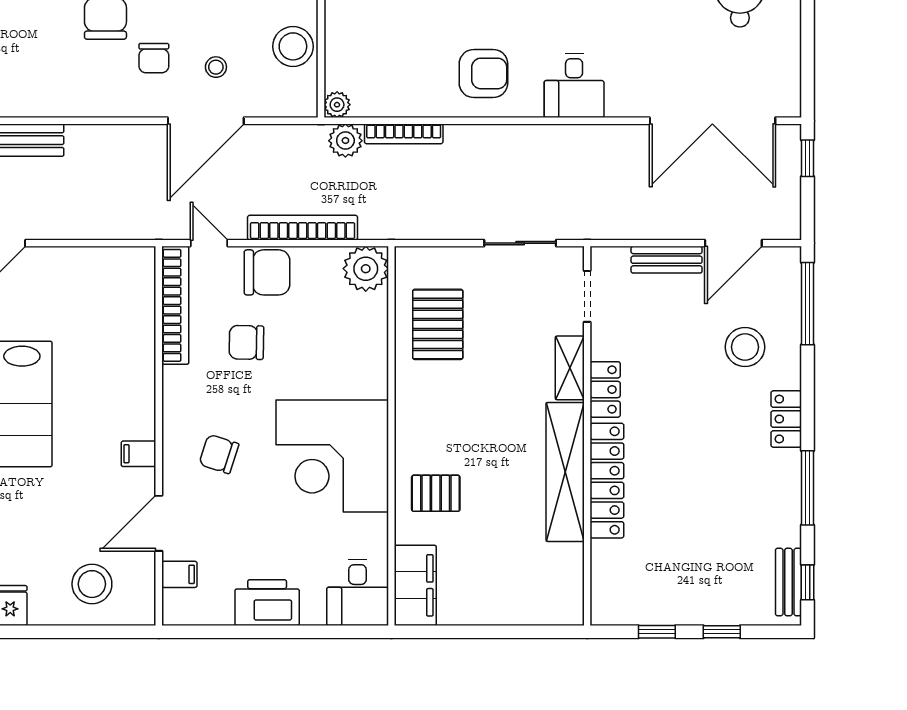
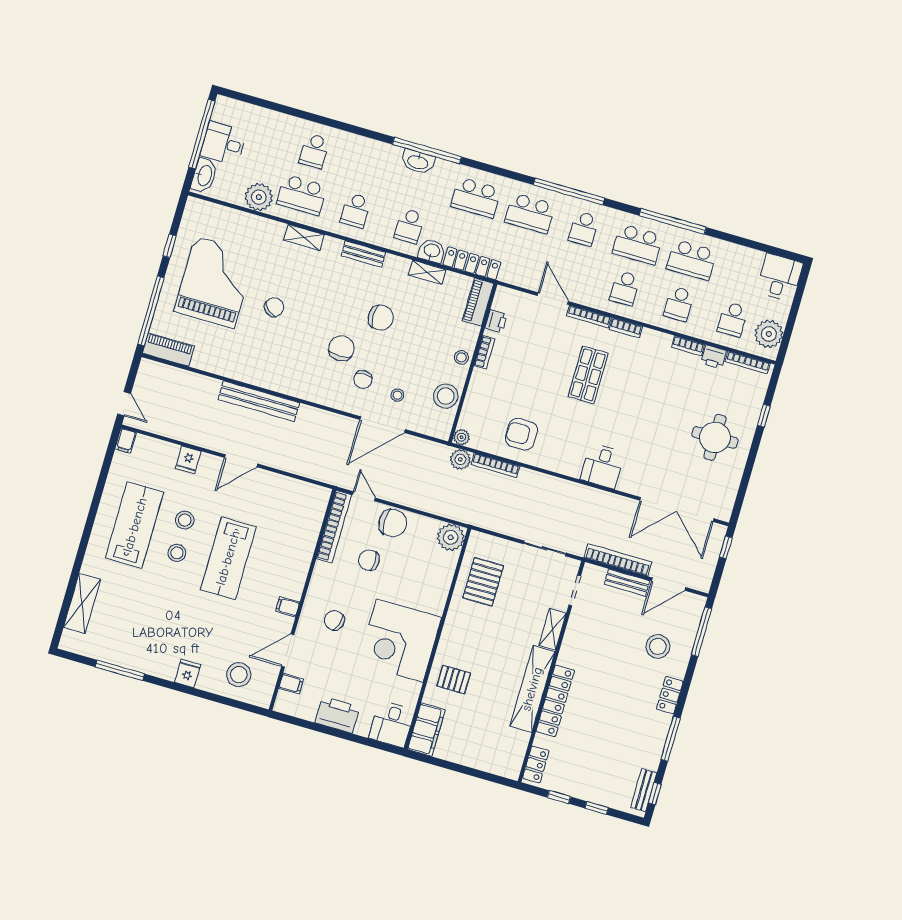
armchair: (483, 73) -> (521, 434), moved, turned 180
bookcase: (303, 228) -> (618, 560), moved
locker: (605, 389) -> (536, 764), moved

